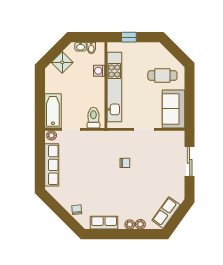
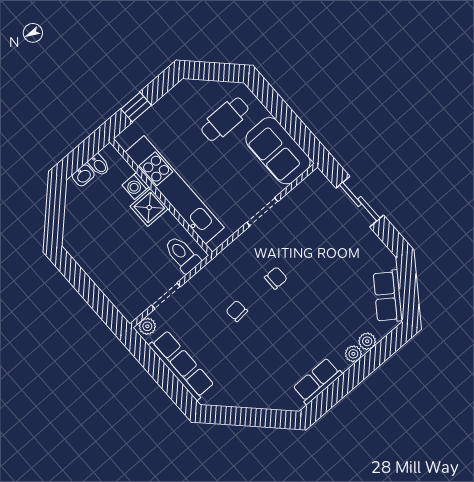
shower: (62, 62) -> (149, 207), moved, turned 45
bathtub: (53, 111) -> (121, 292), removed
chair: (77, 210) -> (237, 311), moved

